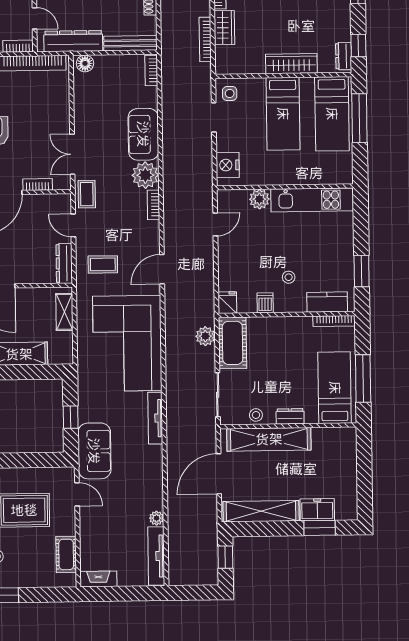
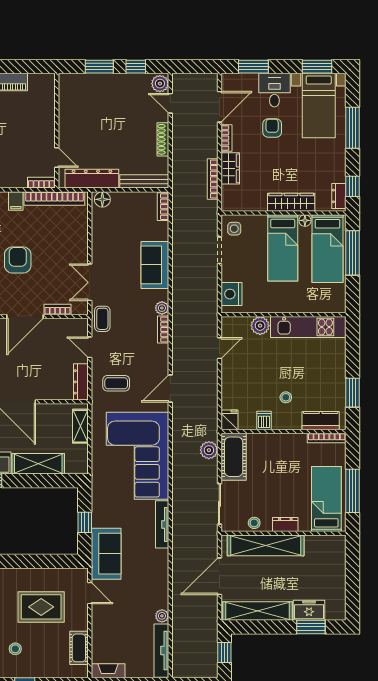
floor lamp: (307, 83) -> (305, 220), added
plant: (145, 175) -> (162, 308), width x0.53, depth x0.53

